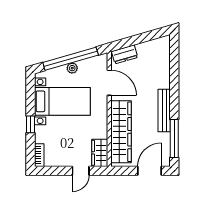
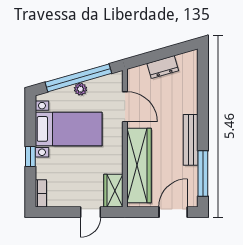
dresser: (125, 54) -> (163, 67), moved

